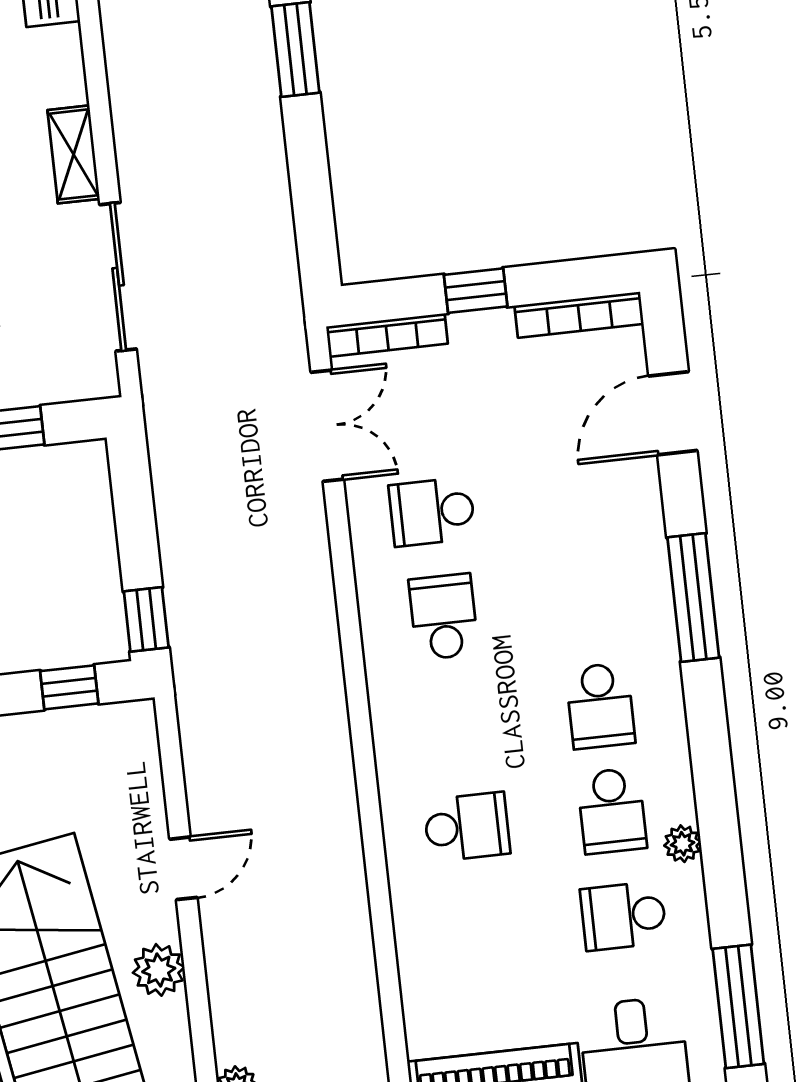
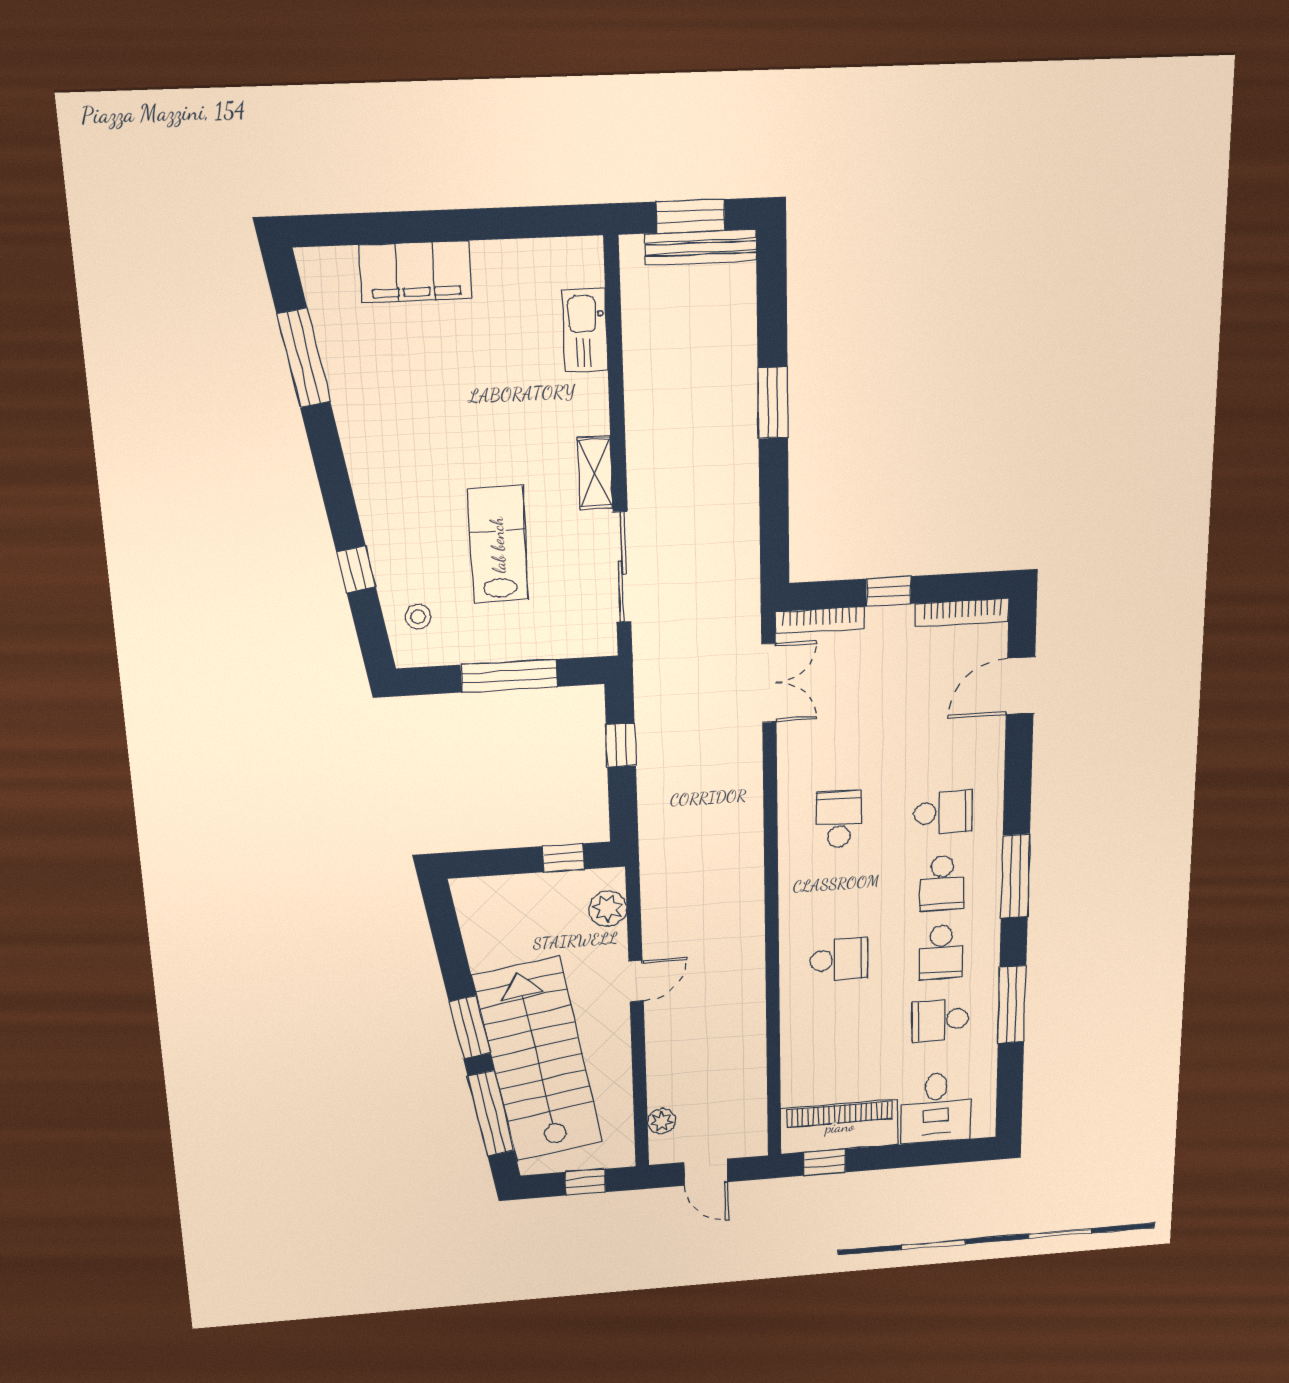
school desk: (432, 512) -> (943, 812), moved, turned 180
window: (693, 598) -> (1015, 876), moved
window: (146, 619) -> (621, 745), moved
plant: (683, 844) -> (987, 975), removed
plant: (159, 970) -> (608, 909), moved
window: (738, 1006) -> (1012, 1005), moved

